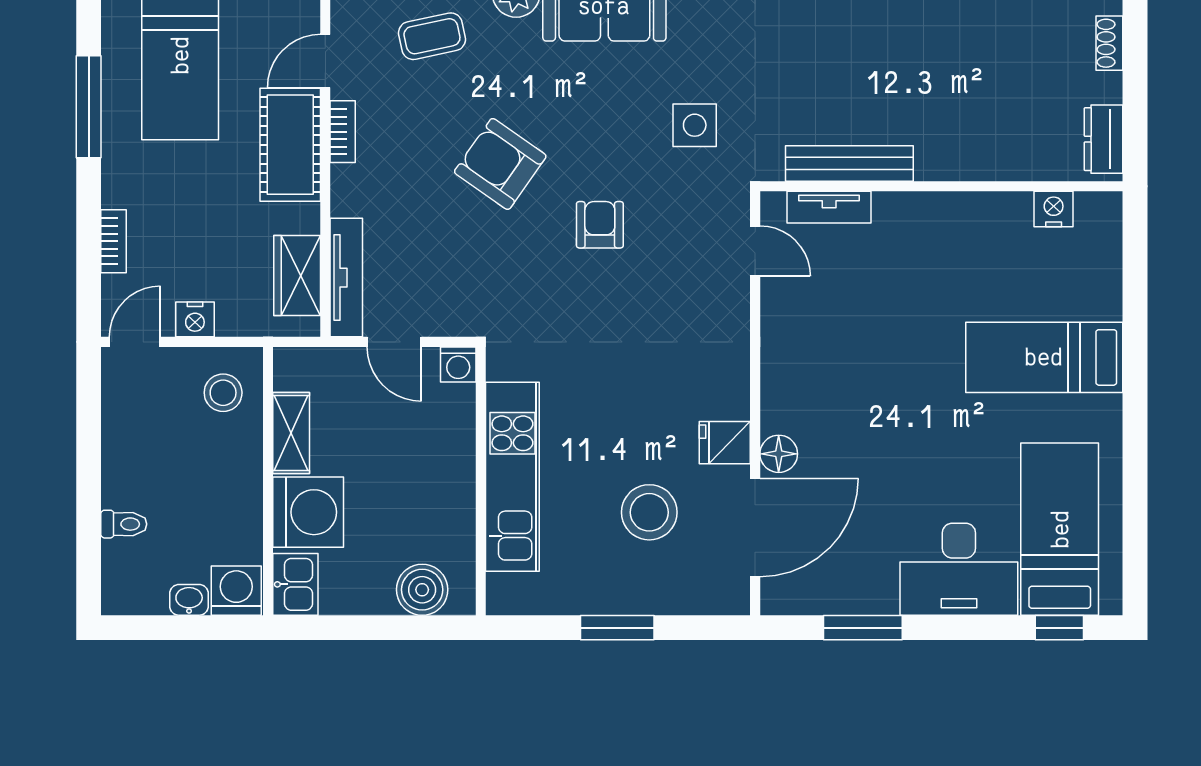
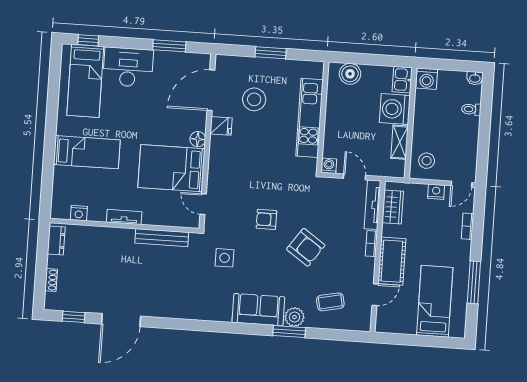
bookcase: (343, 132) -> (371, 244), moved
tv unit: (829, 207) -> (124, 217), moved
armchair: (600, 225) -> (266, 219), turned 90
bed: (838, 333) -> (171, 168), added
floor lamp: (779, 454) -> (198, 139), moved
washbasin: (189, 600) -> (475, 78), moved

